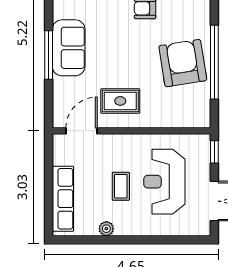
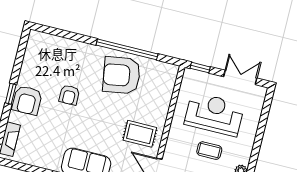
rug: (120, 101) -> (140, 134), turned 90
reception desk: (164, 182) -> (214, 114), turned 180

